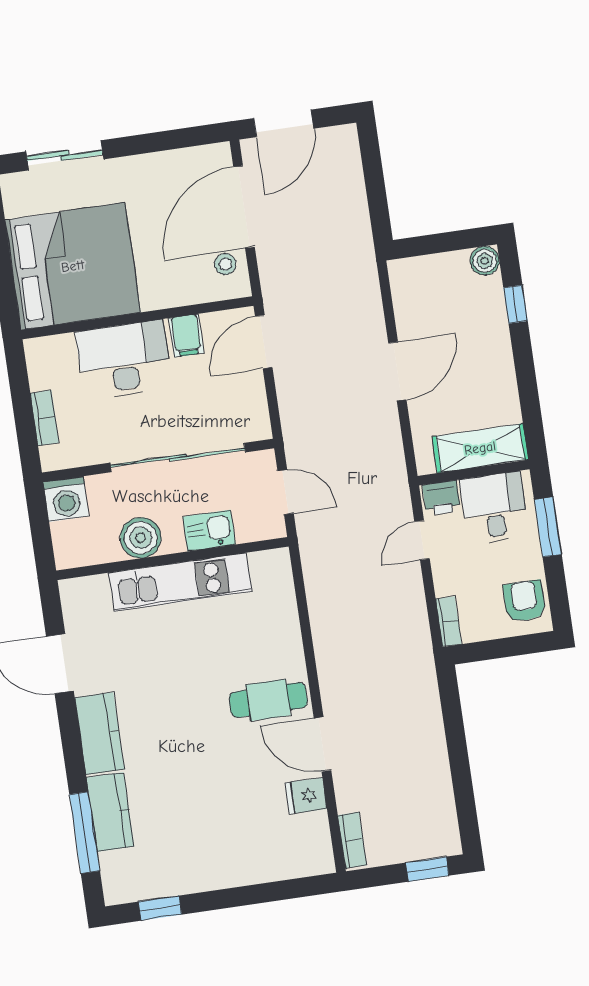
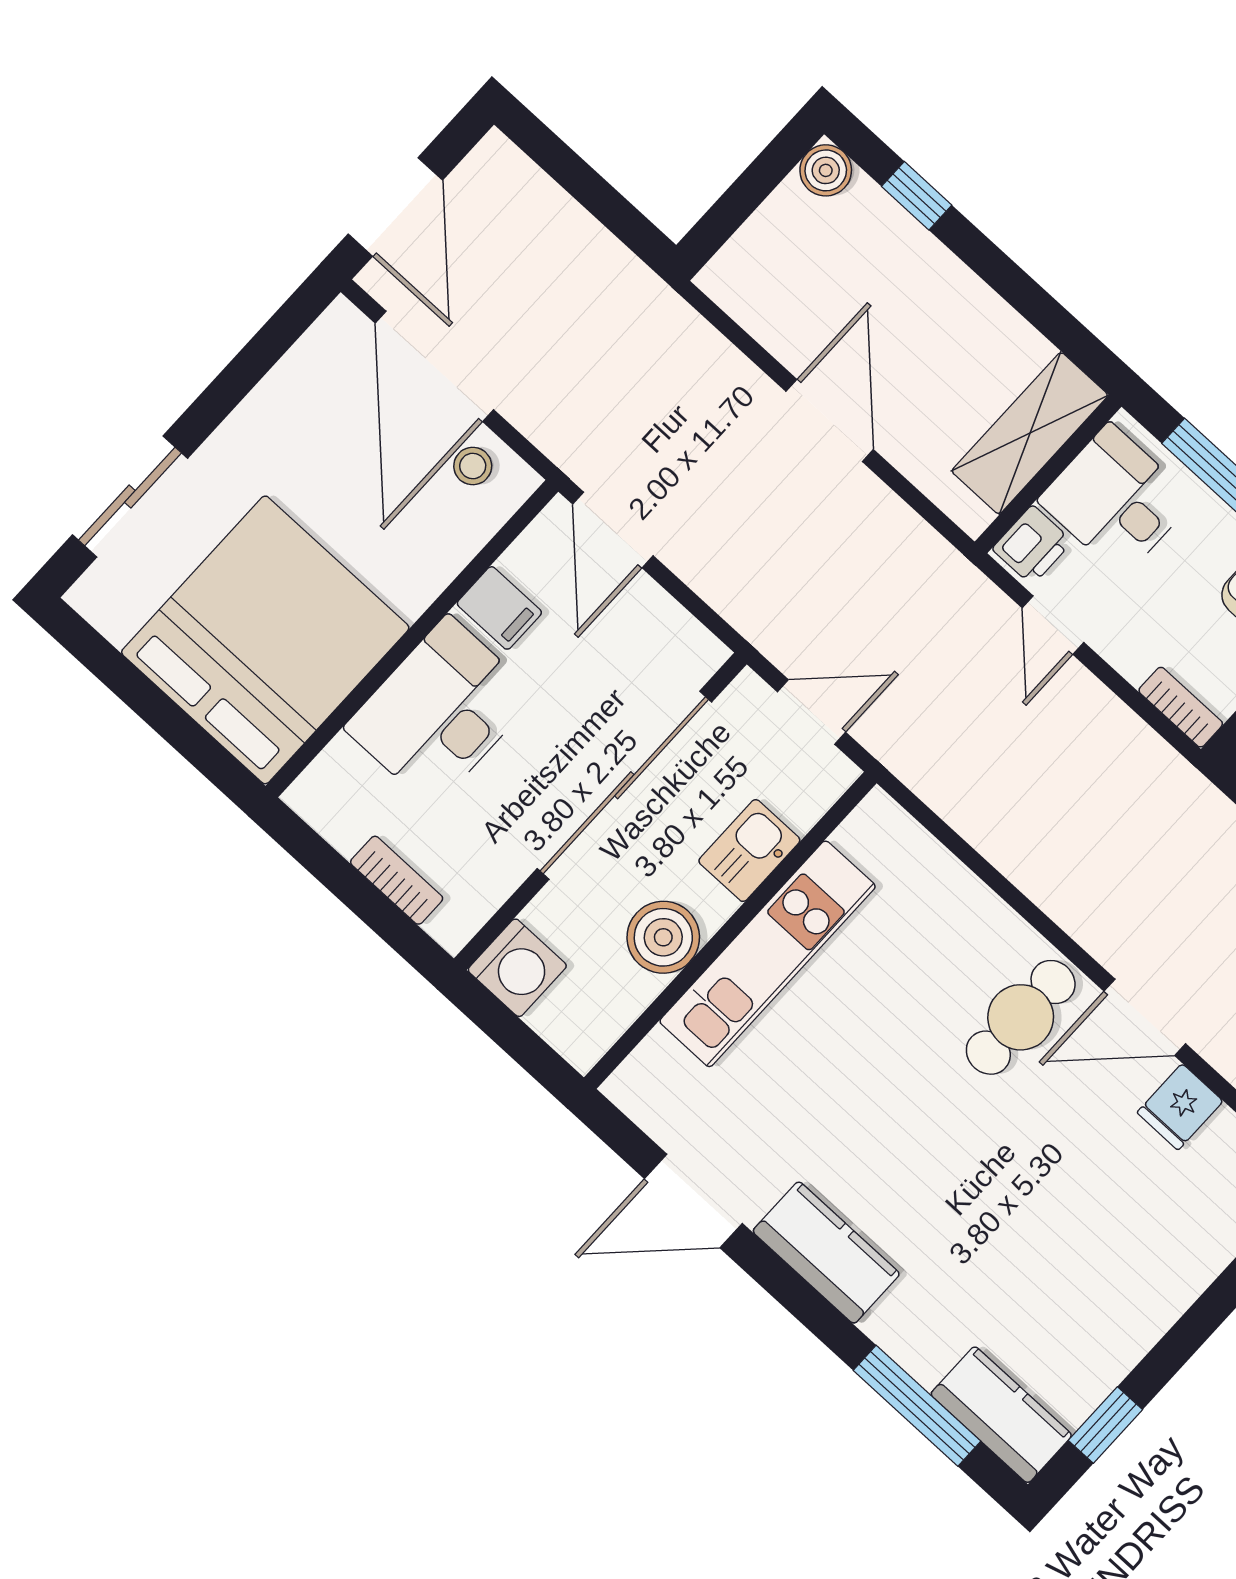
kitchen counter: (110, 812) -> (1001, 1415), moved

